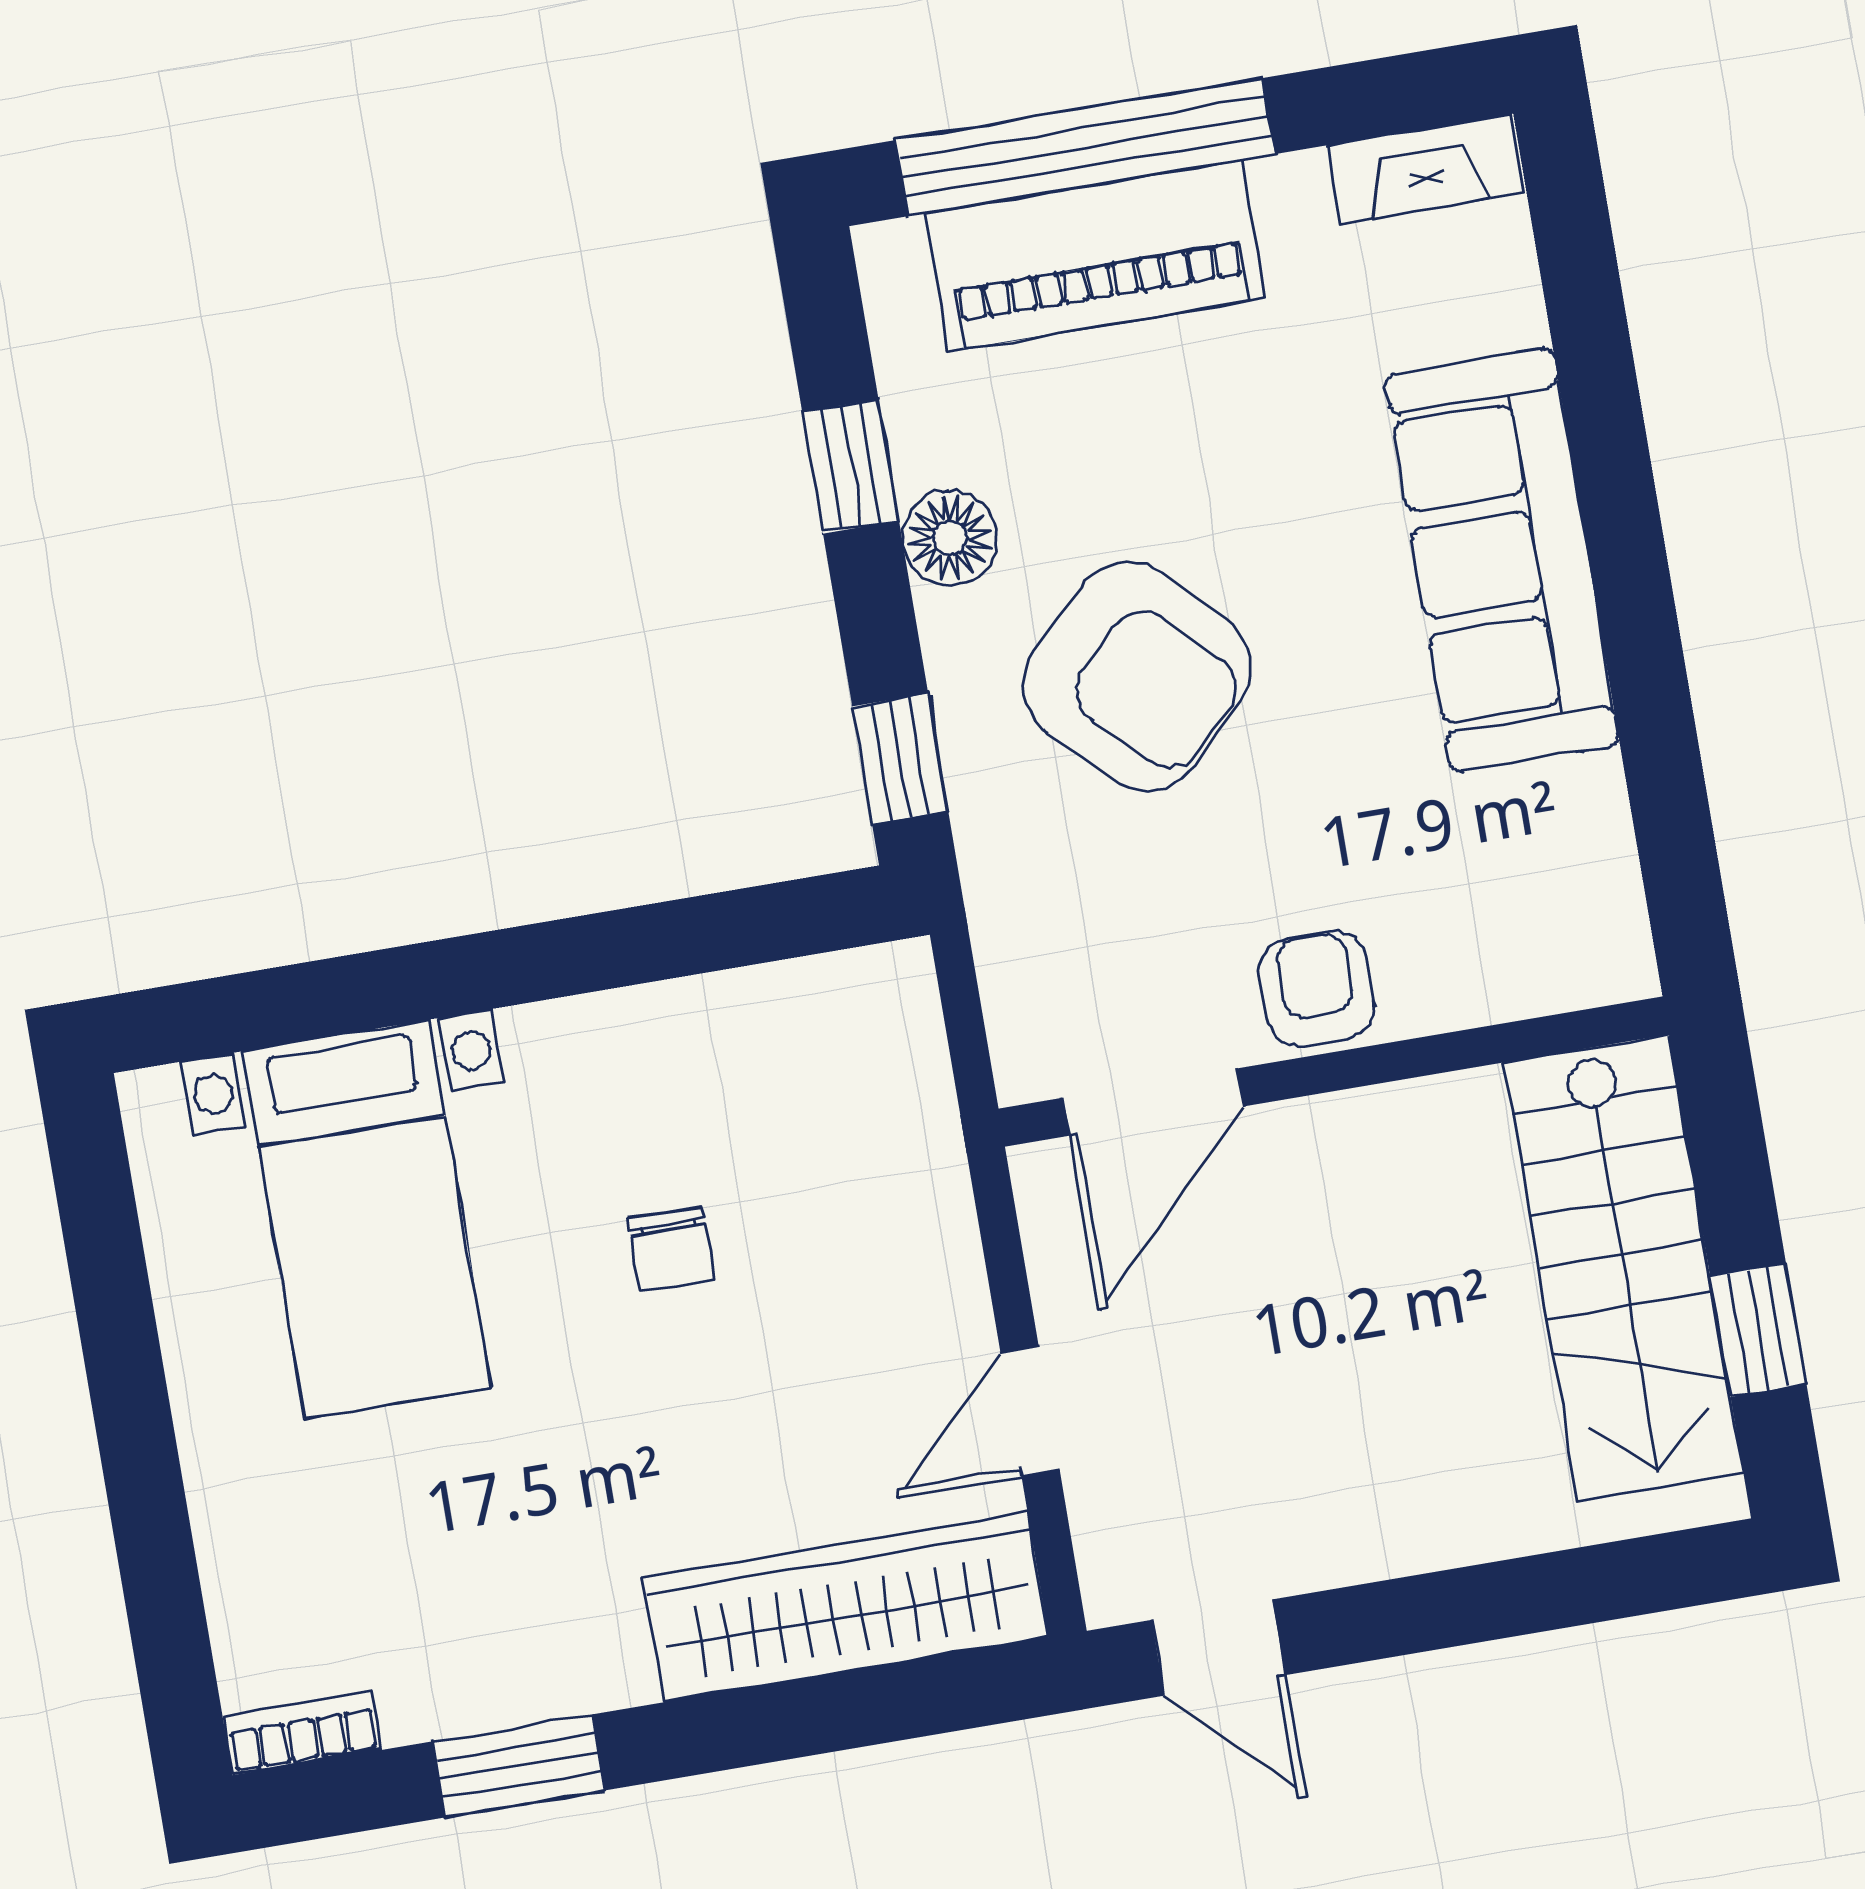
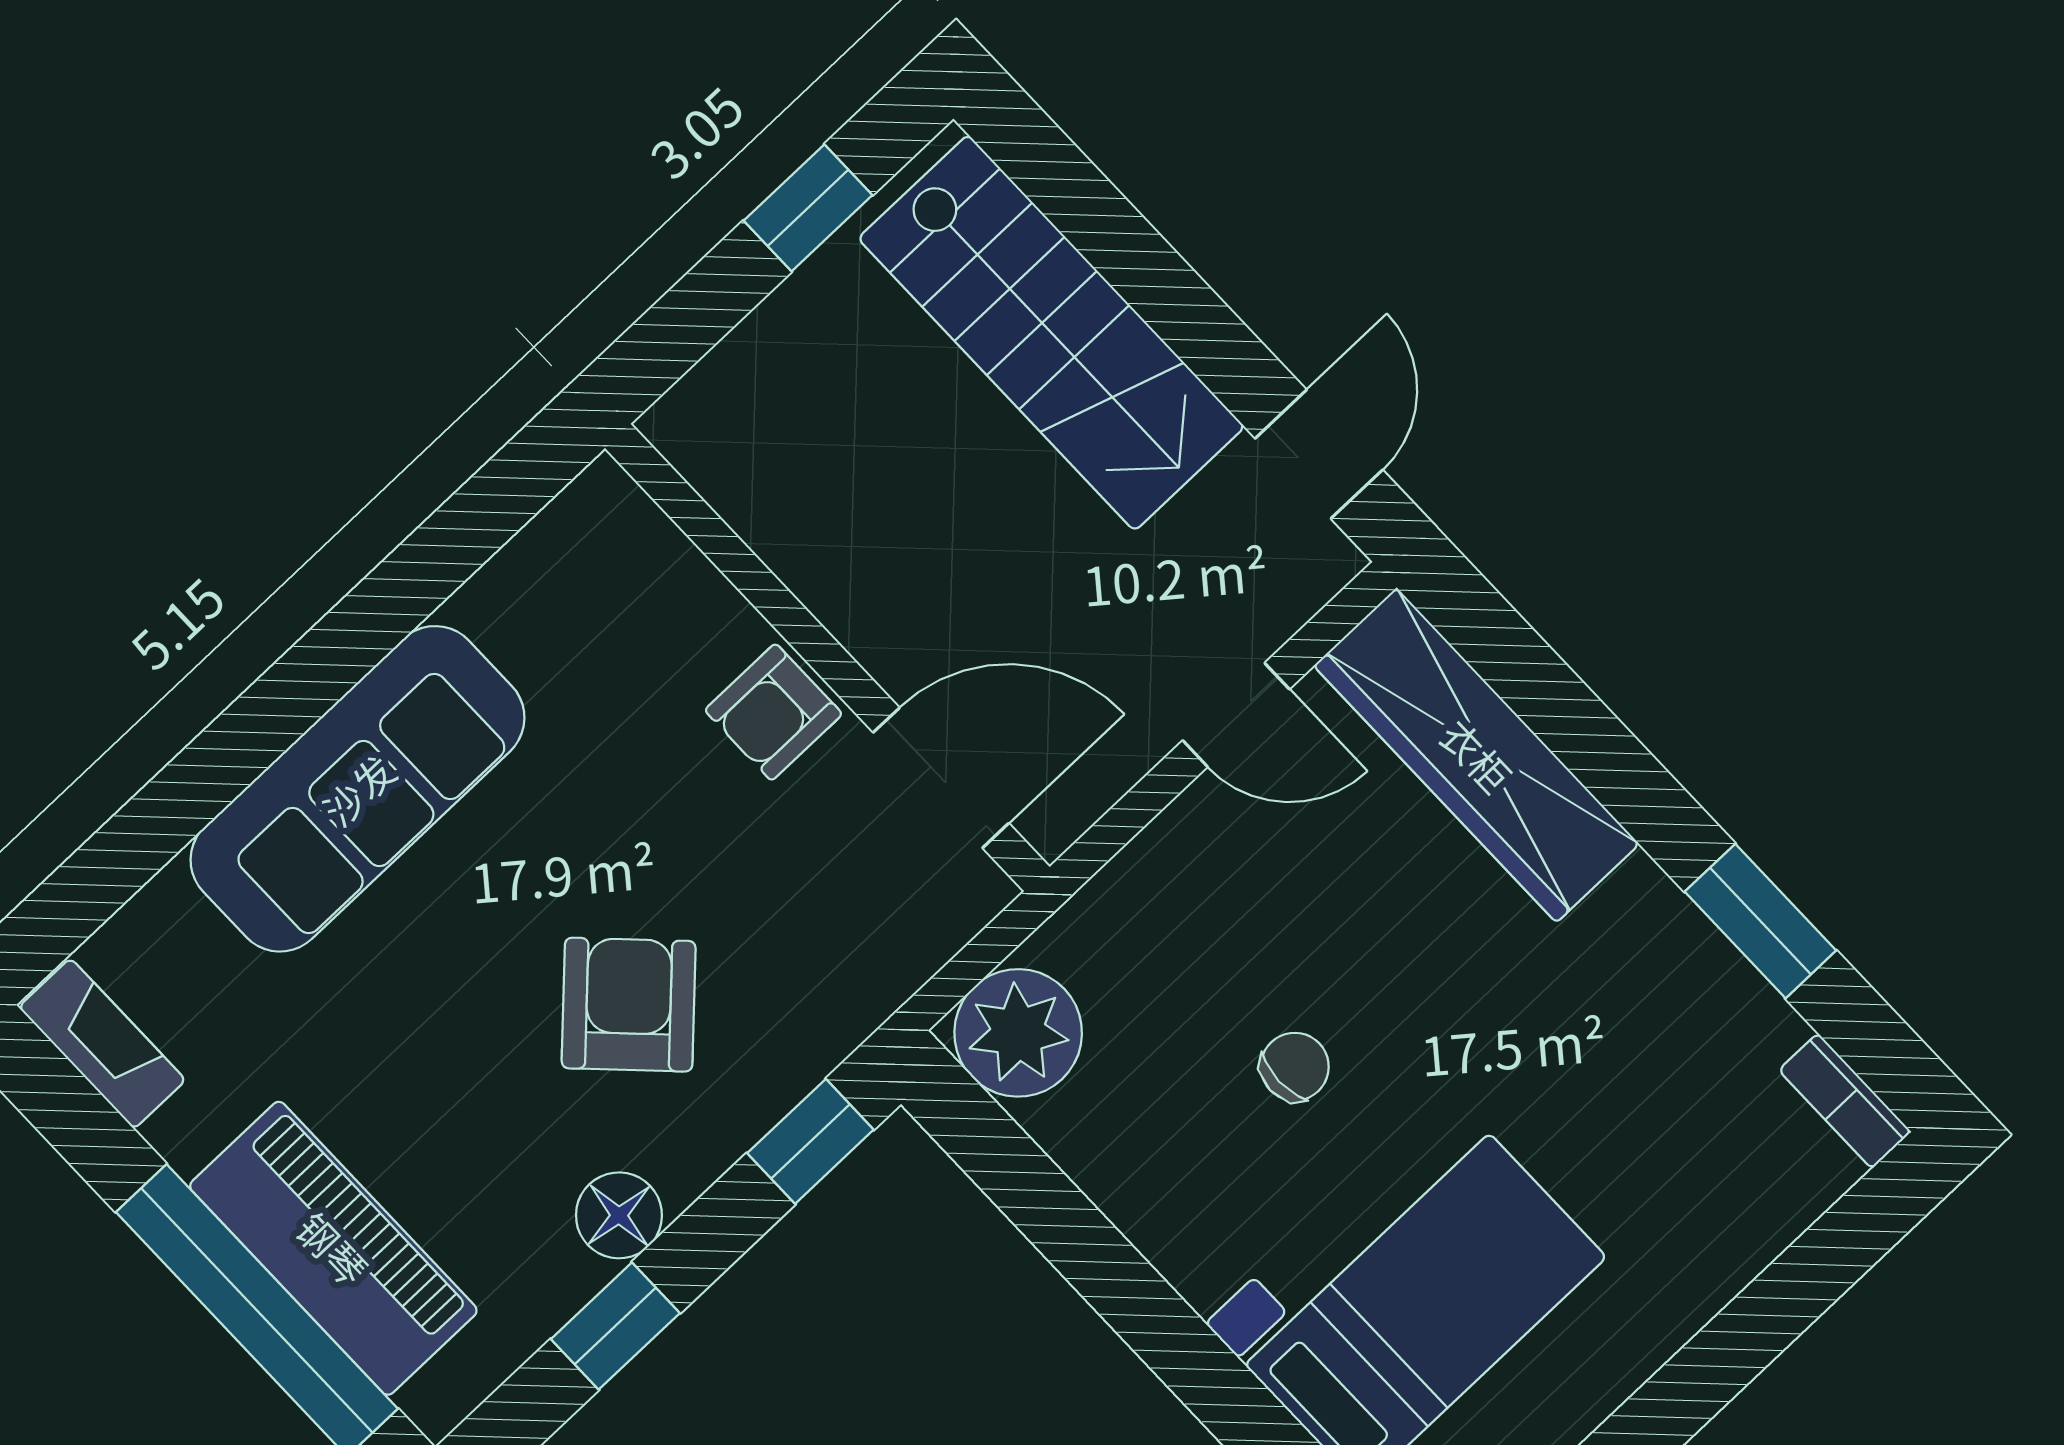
armchair: (1137, 676) -> (629, 1005), width x0.73, depth x0.73
plant: (872, 1016) -> (1018, 1033), added
stairs: (1623, 1268) -> (1051, 333), moved, turned 90

